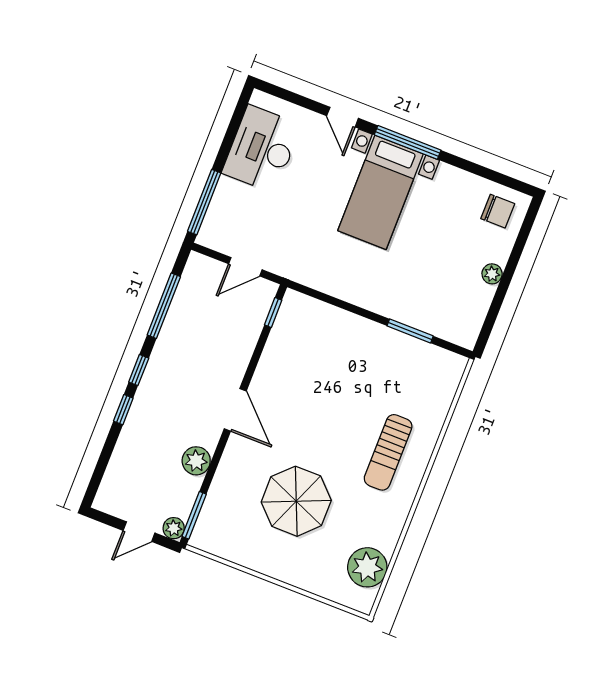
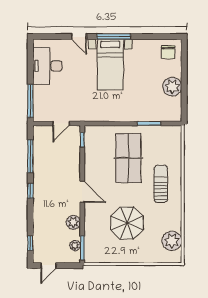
chair: (498, 211) -> (168, 52), turned 90
plant: (492, 274) -> (172, 87), width x1.88, depth x1.88
table tennis table: (346, 381) -> (128, 158), added
window: (123, 410) -> (30, 243), moved
sun lounger: (388, 452) -> (161, 184), turned 180
plant: (174, 528) -> (75, 246), moved
door: (139, 532) -> (48, 266), moved

